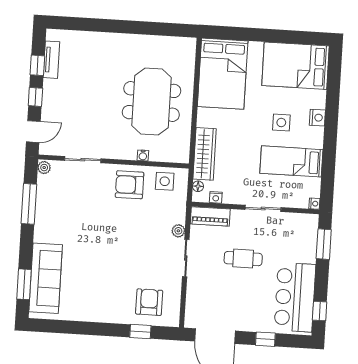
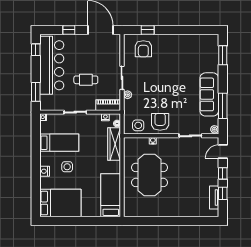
bed: (223, 74) -> (111, 195), width x0.67
armchair: (130, 185) -> (160, 122), turned -90
sofa: (46, 278) -> (209, 94), moved
bar counter: (295, 297) -> (52, 65), width x1.36

